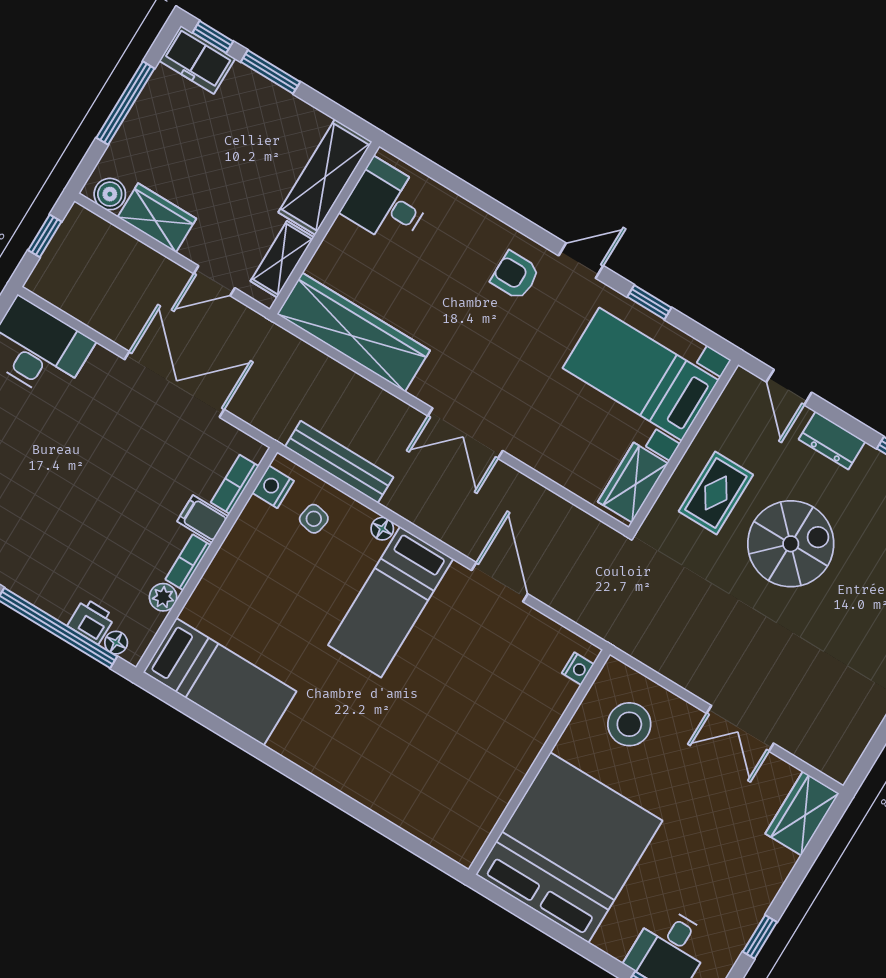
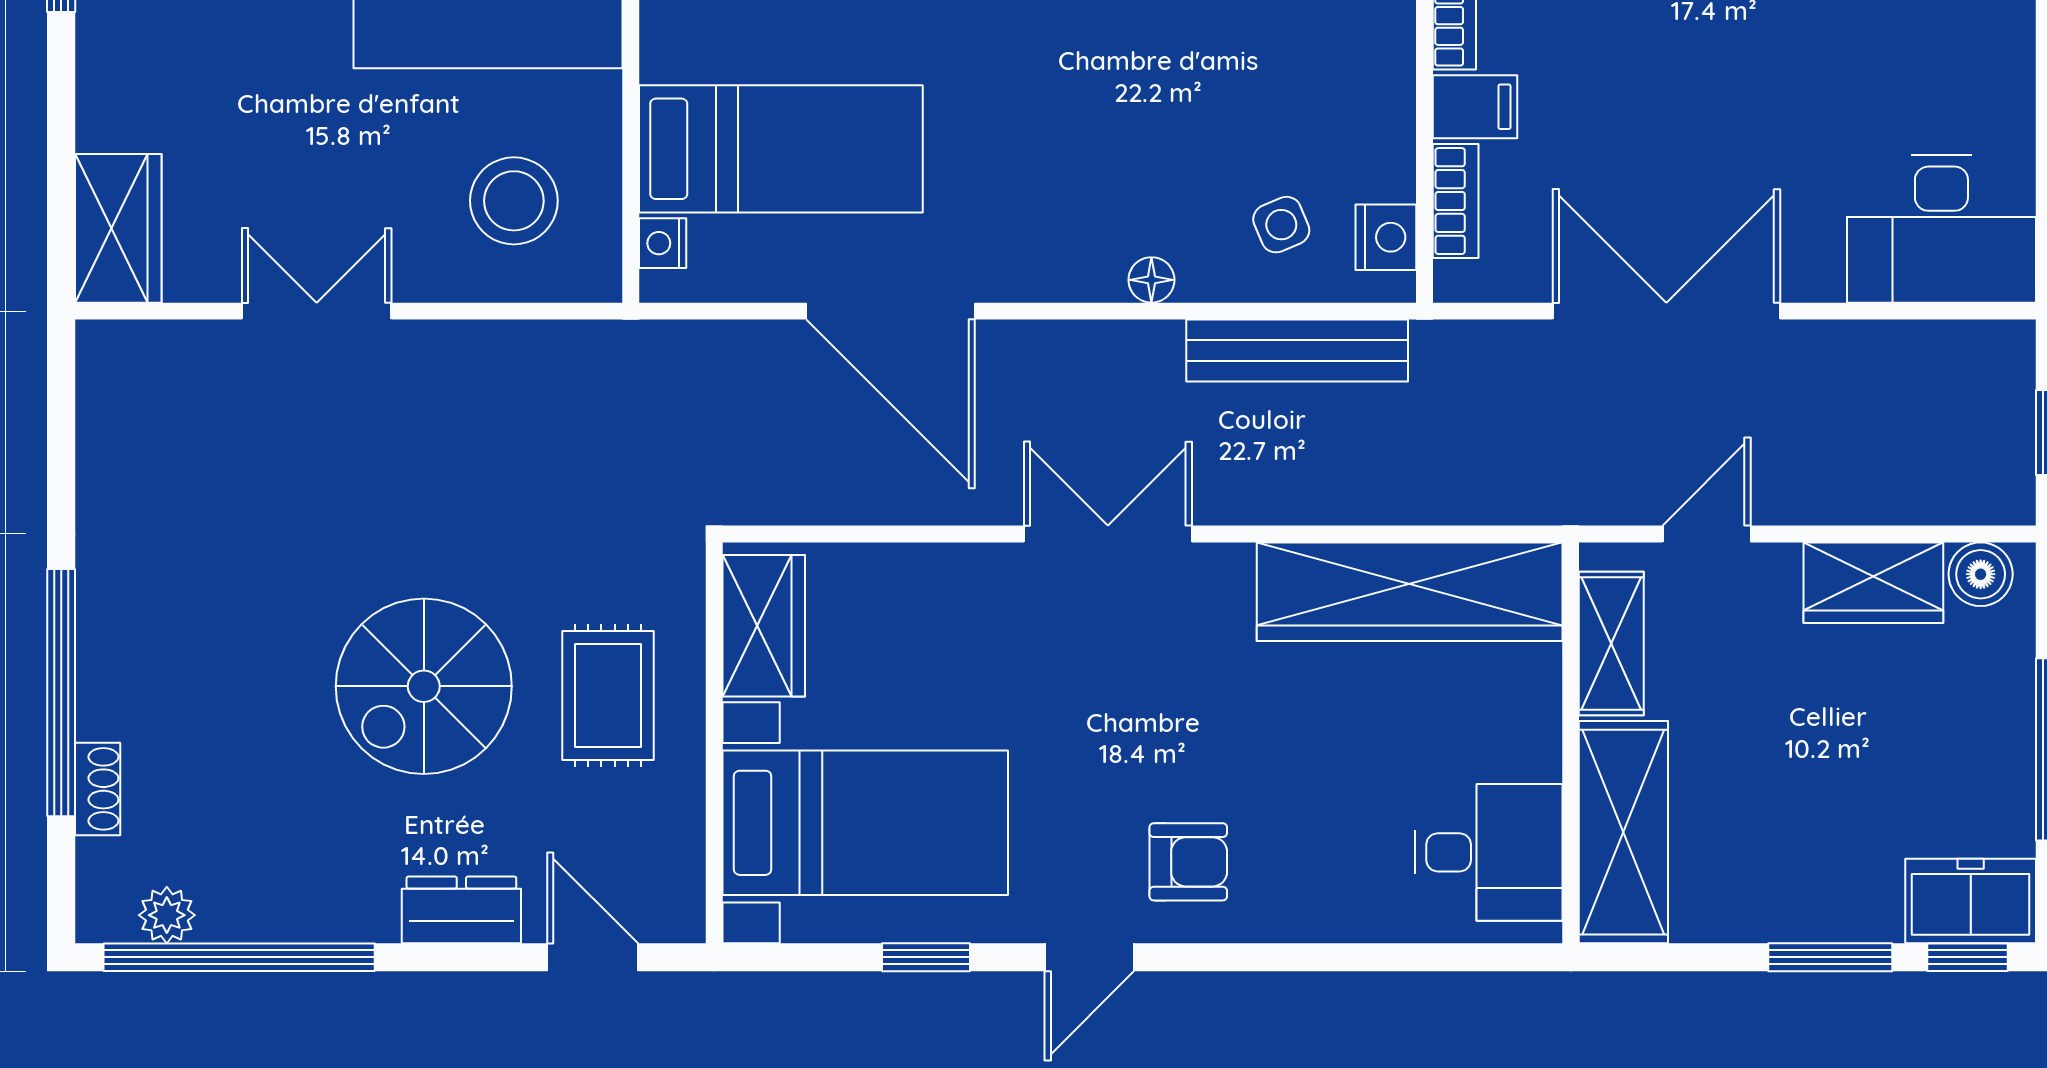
double door: (174, 384) -> (1666, 311), swing flipped
side table: (314, 519) -> (1281, 225), turned -34
door: (500, 582) -> (891, 311), width x1.36
bed: (391, 602) -> (781, 149), moved, turned 90

